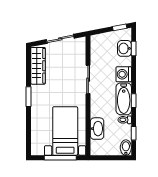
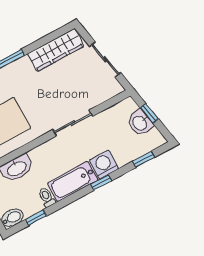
window: (120, 27) -> (149, 113), moved
washbasin: (124, 48) -> (140, 123), moved, turned -101
window: (134, 101) -> (101, 182), moved

